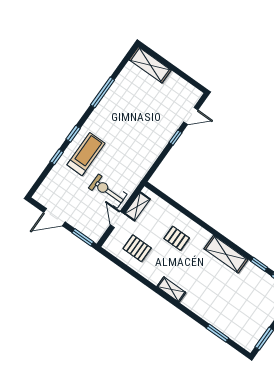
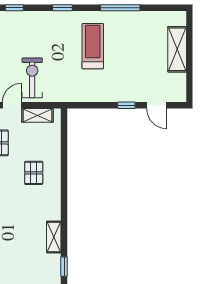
shelving: (150, 65) -> (177, 49), moved
treadmill: (86, 154) -> (93, 46), moved, turned -90
window: (57, 157) -> (14, 8), moved
shelving: (226, 254) -> (54, 237), width x0.67, depth x0.75

